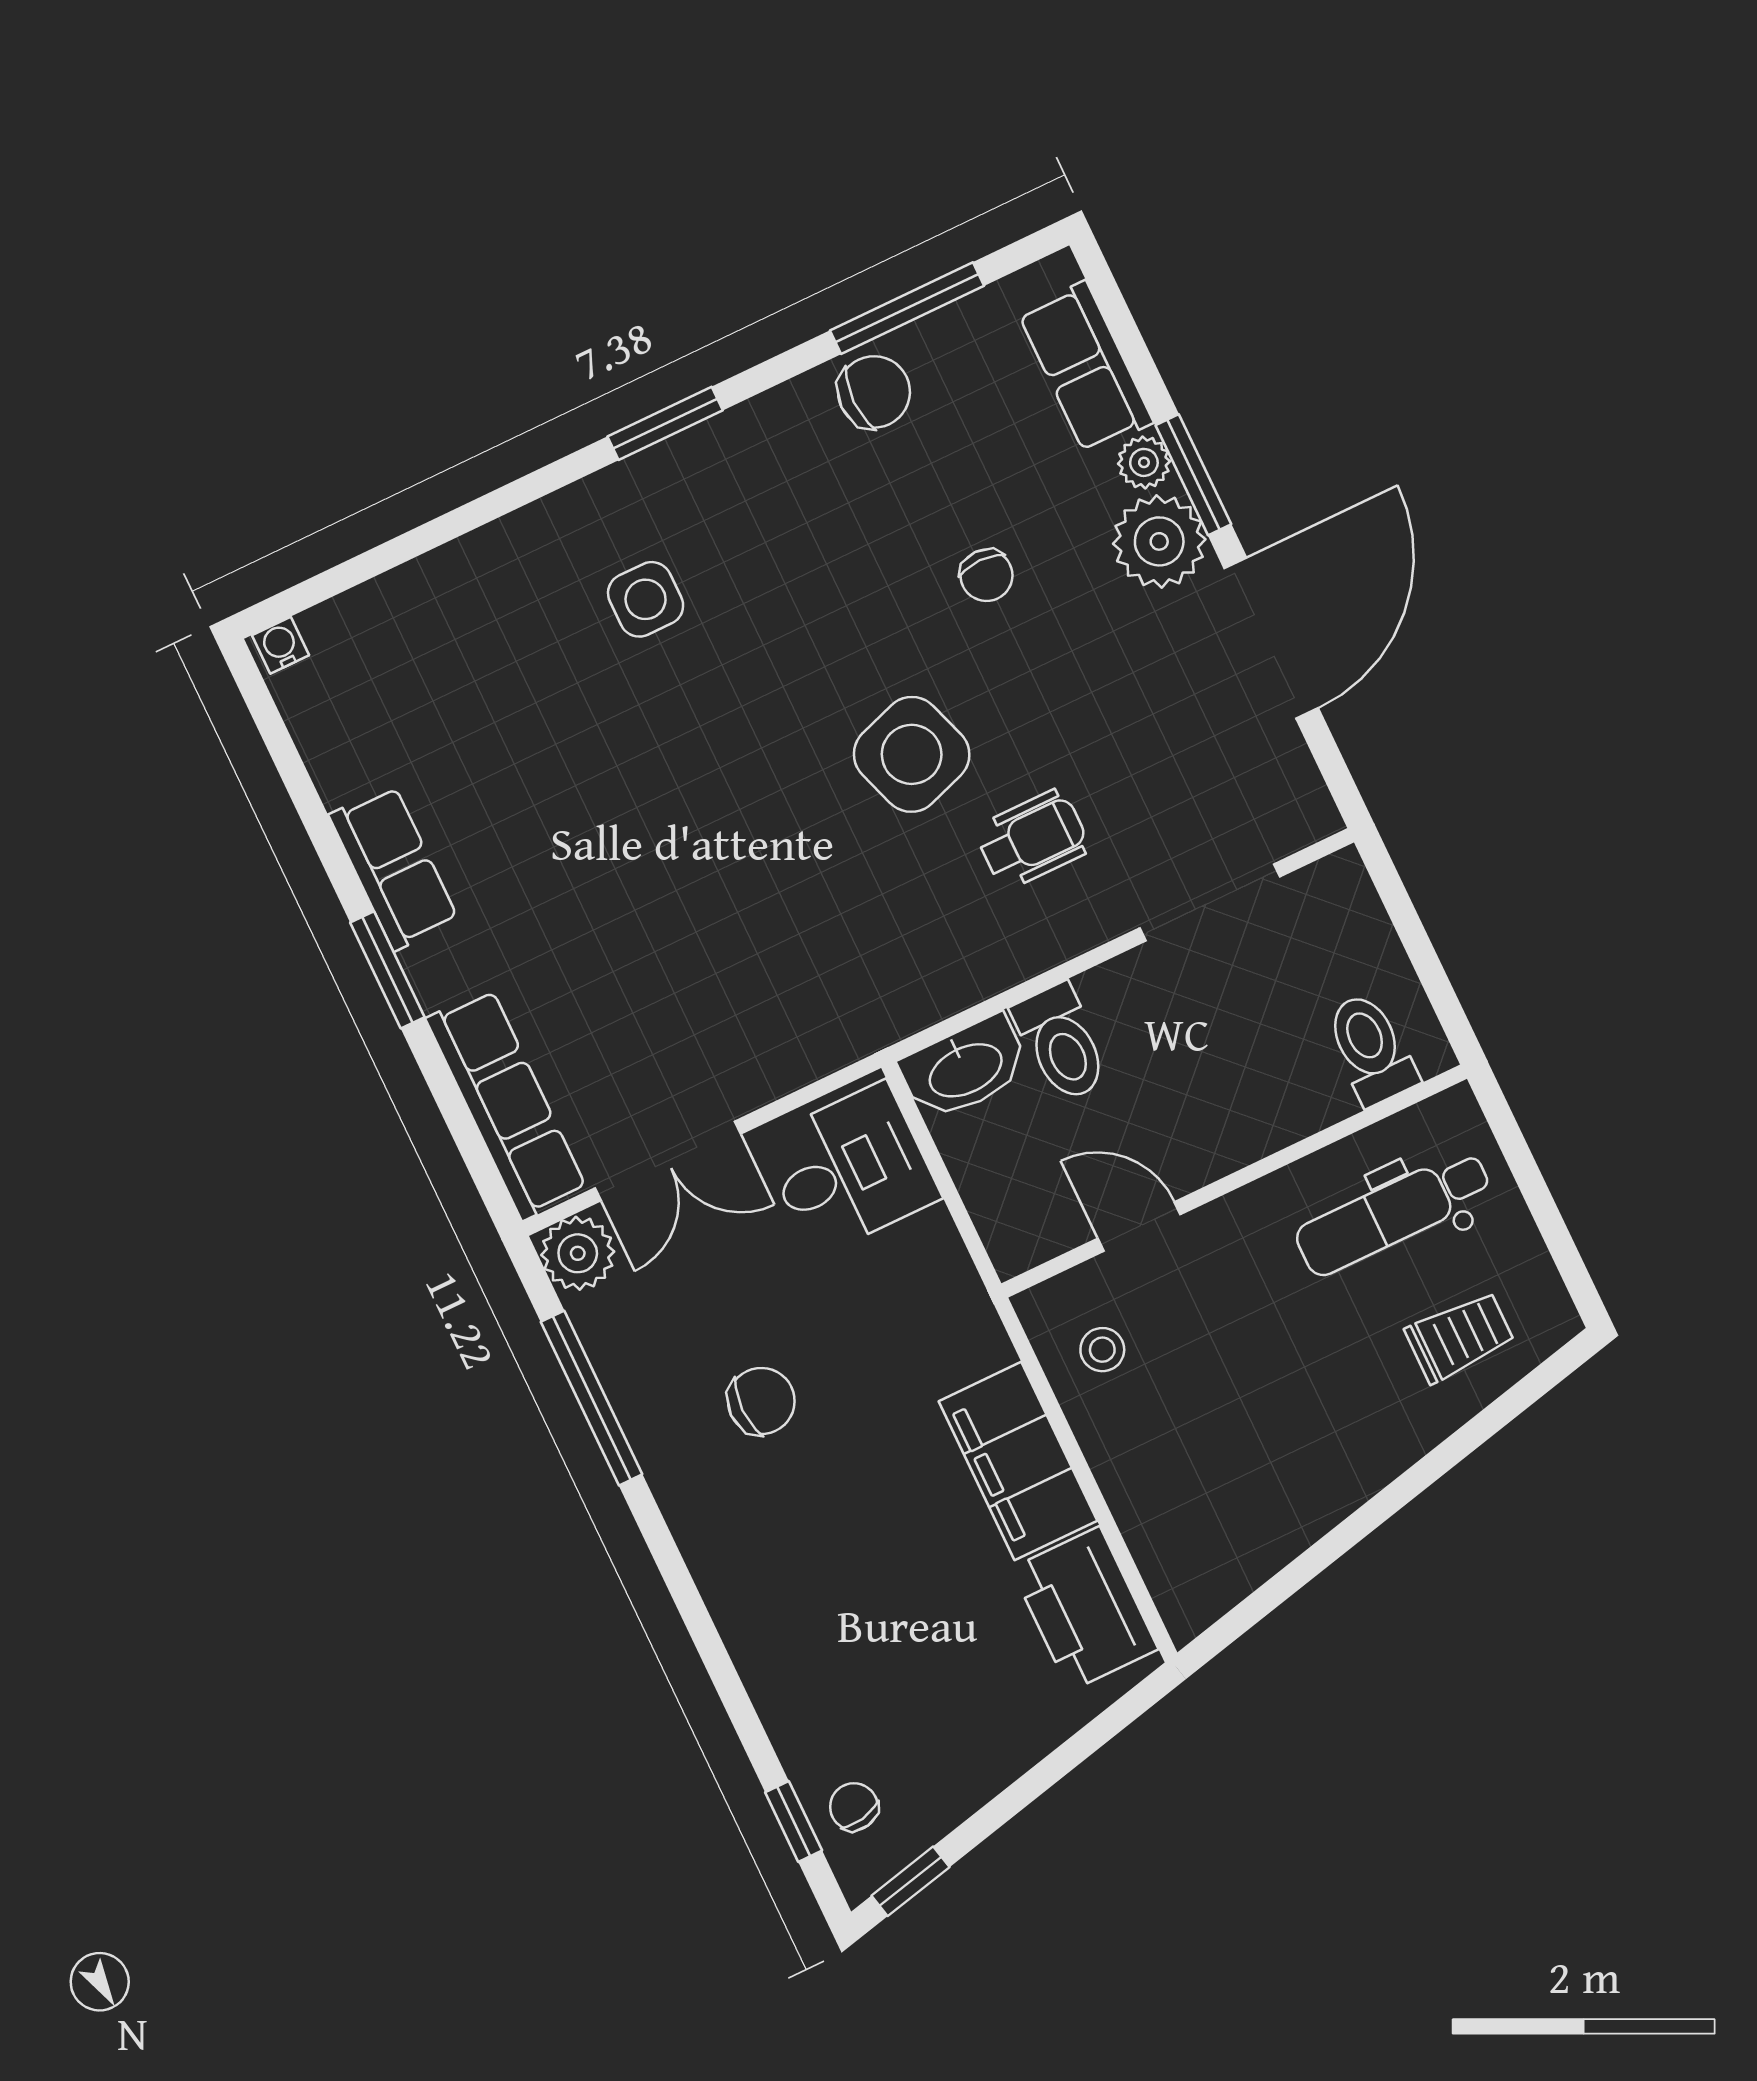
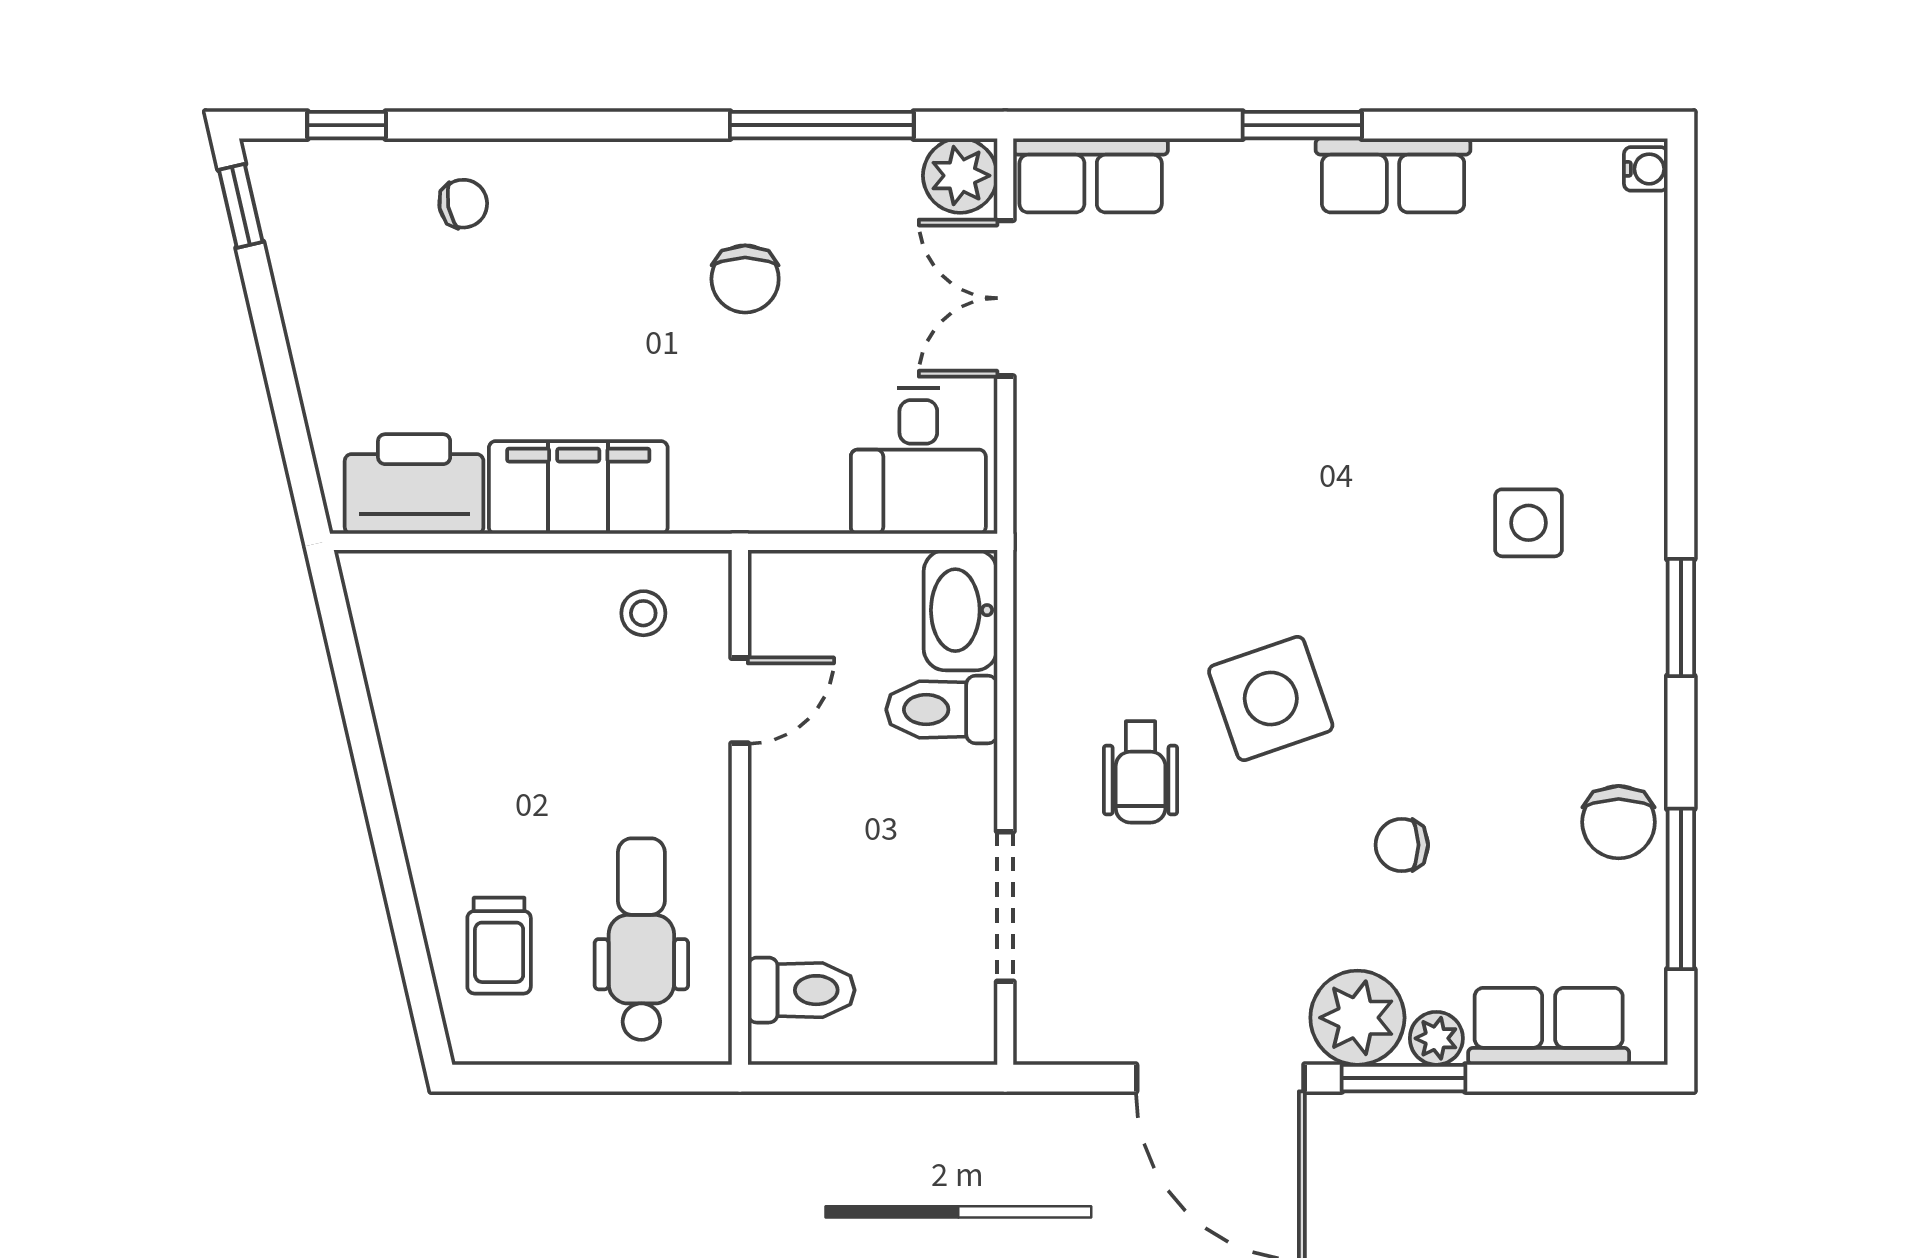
row of seats: (506, 1104) -> (1091, 175), width x0.68
chair: (854, 1807) -> (463, 204), moved

